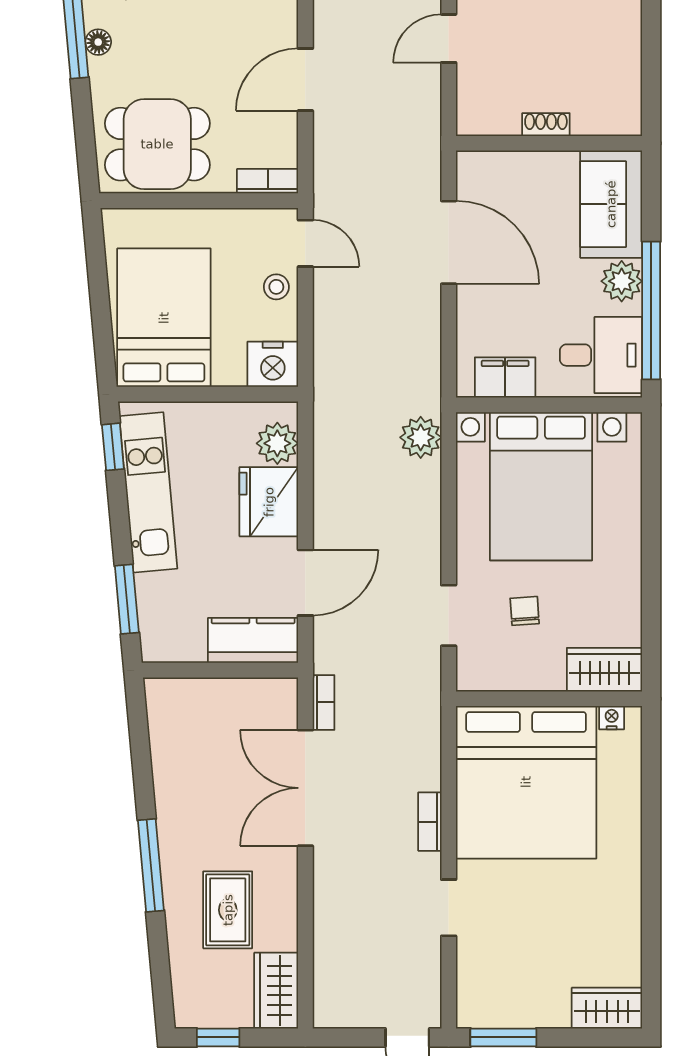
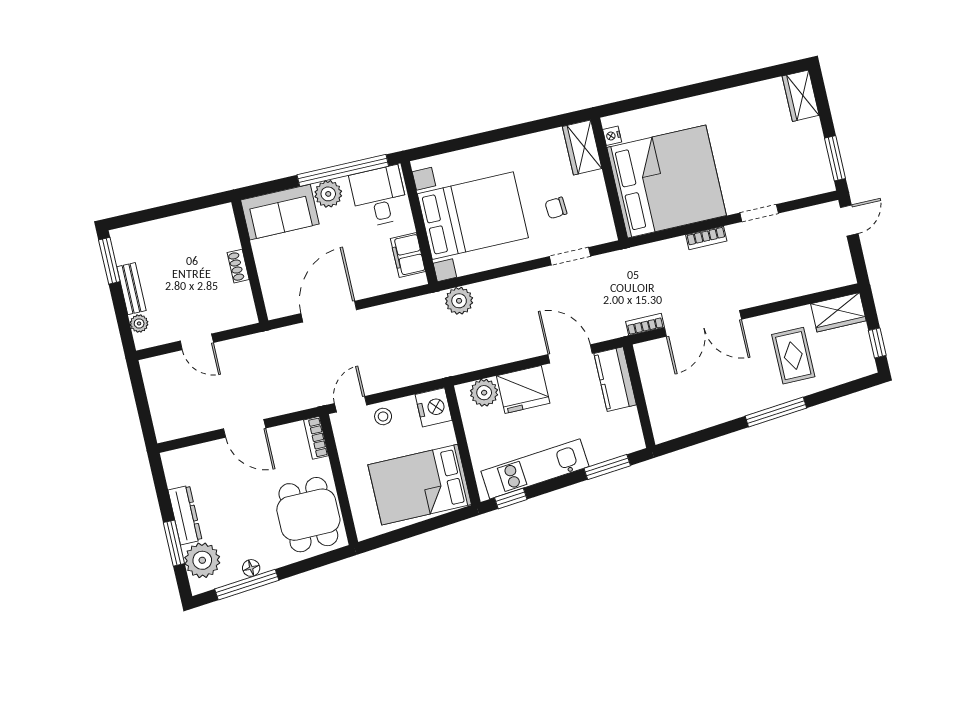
rug: (228, 910) -> (793, 356), turned 90

